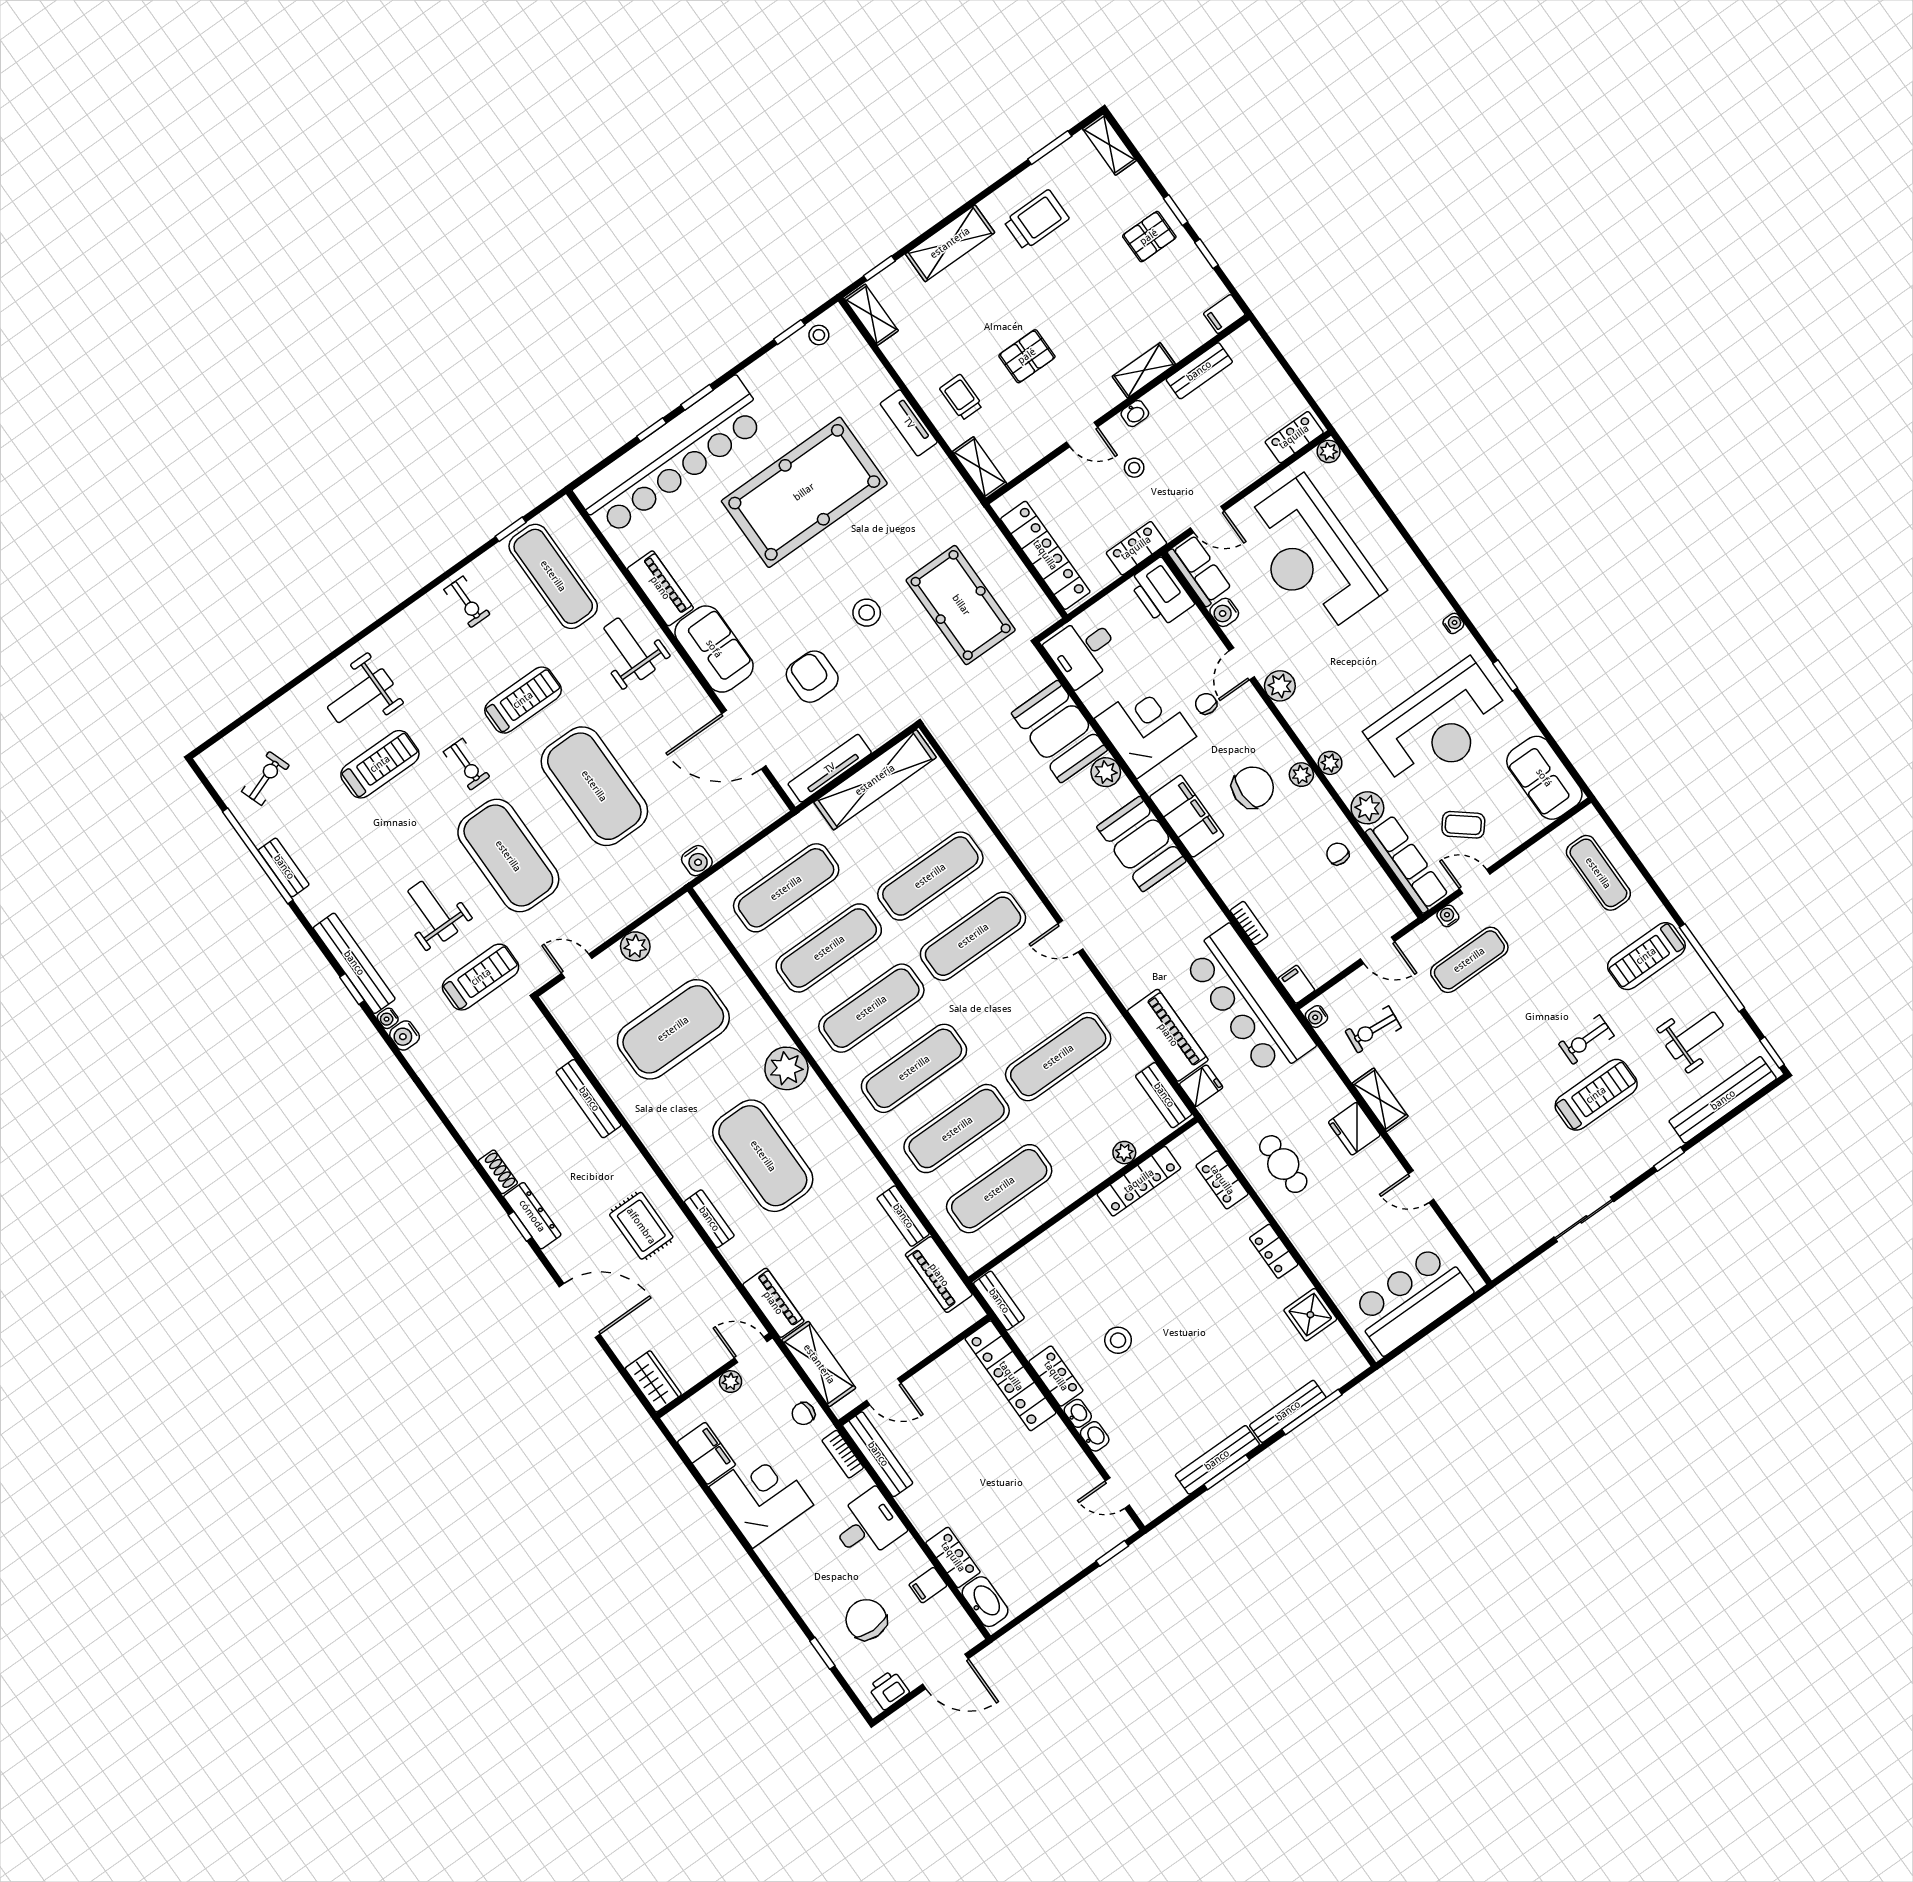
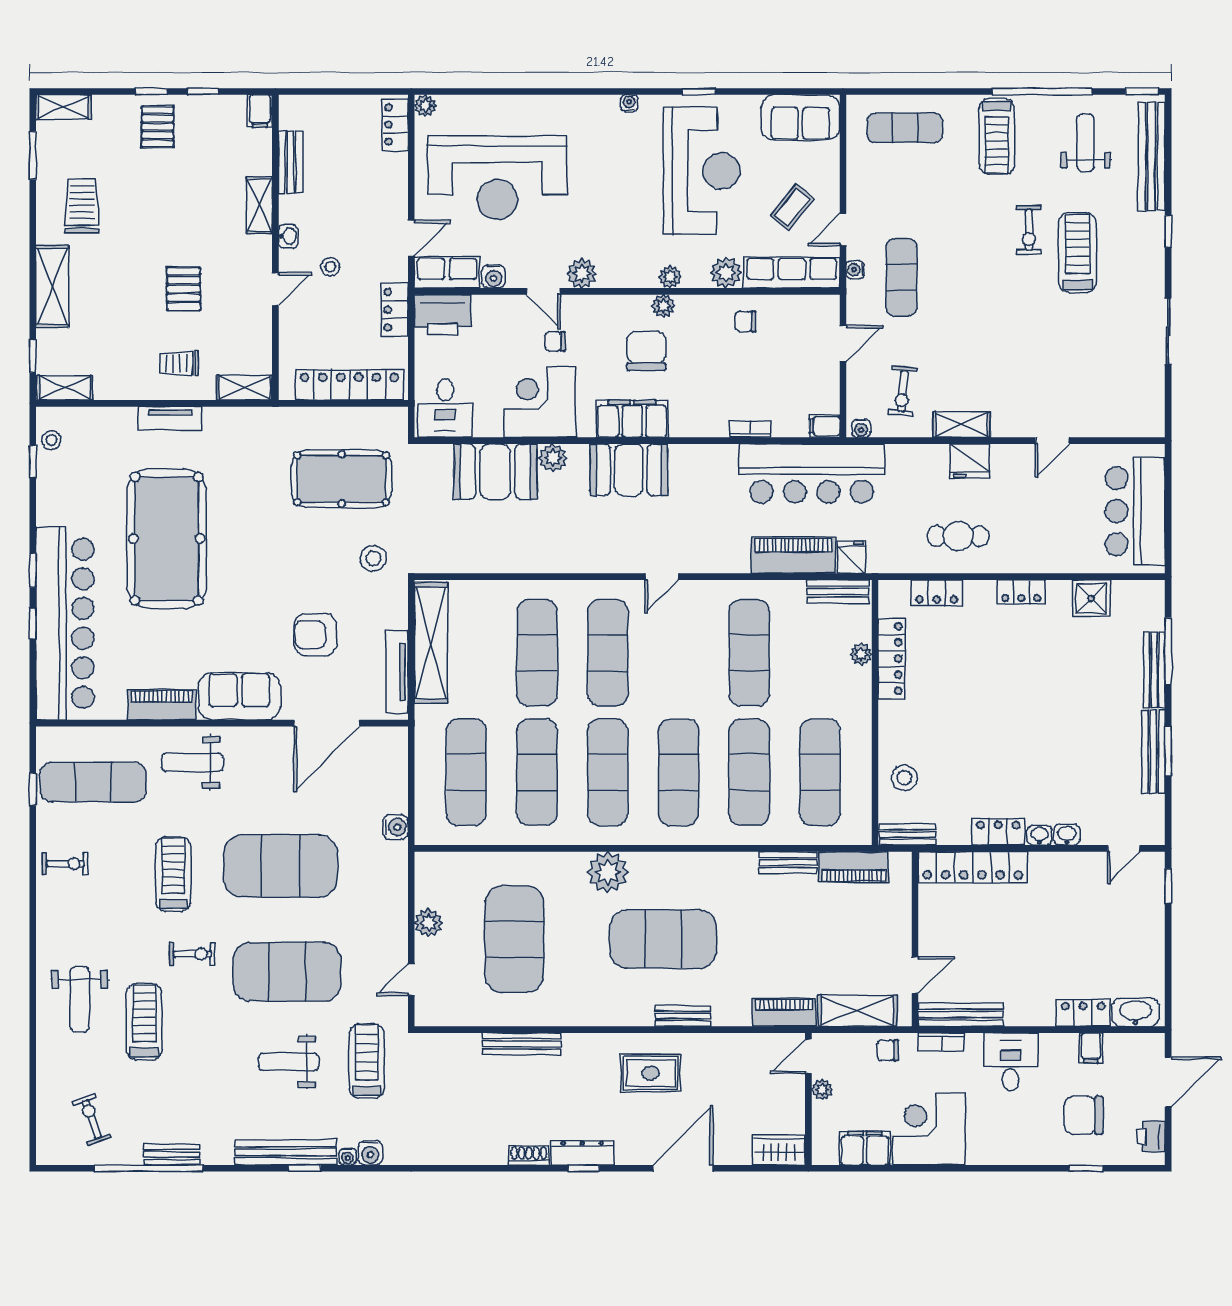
stool: (867, 613) -> (373, 558), moved
stool: (1118, 1340) -> (904, 778), moved
chair: (803, 1414) -> (888, 1050), turned 90

